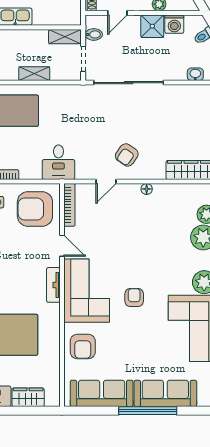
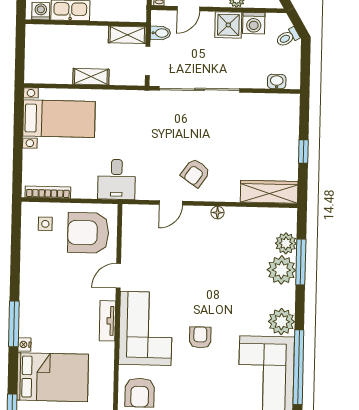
bookcase: (69, 205) -> (128, 229), removed
door: (62, 246) -> (118, 276), swing flipped

